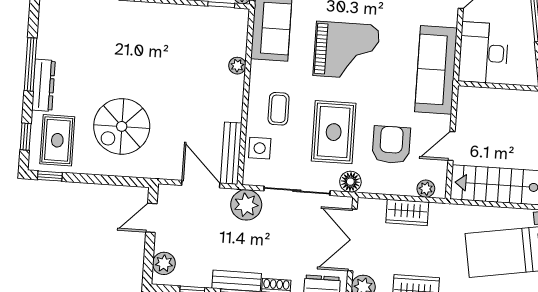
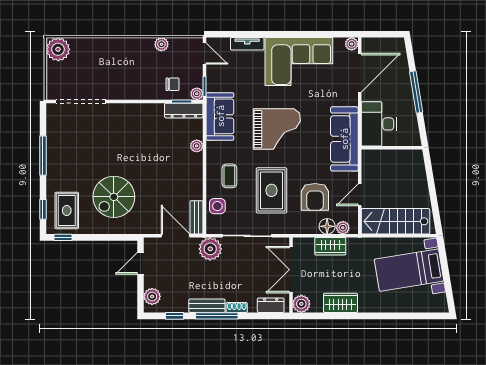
dresser: (43, 85) -> (184, 111), moved, turned 90
armchair: (391, 145) -> (315, 197), turned 180
bench: (231, 153) -> (196, 217), width x0.73
floor lamp: (350, 182) -> (327, 226), moved

